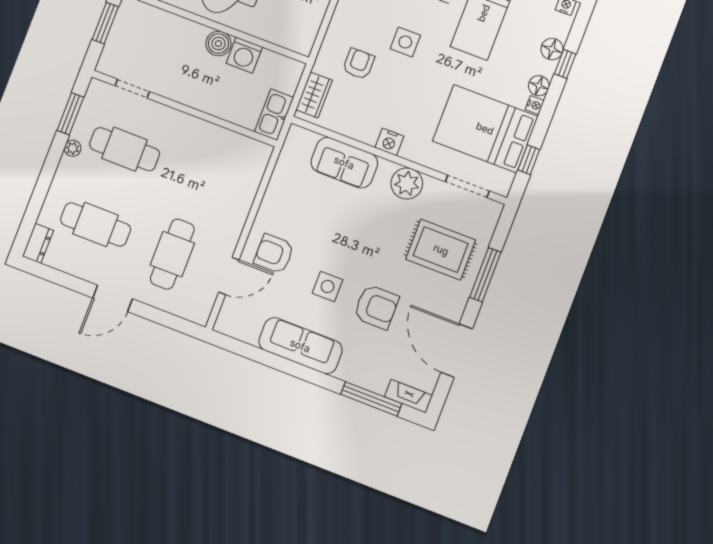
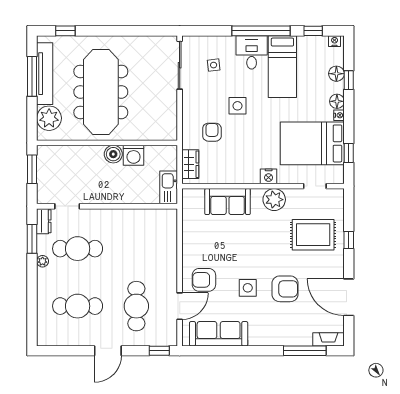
nightstand: (389, 142) -> (269, 176), moved
doorway: (467, 186) -> (315, 186), width x0.73
dresser: (38, 243) -> (44, 221), moved
window: (485, 275) -> (349, 240), width x0.46
window: (180, 325) -> (159, 351), added
sofa: (300, 346) -> (219, 334), moved

